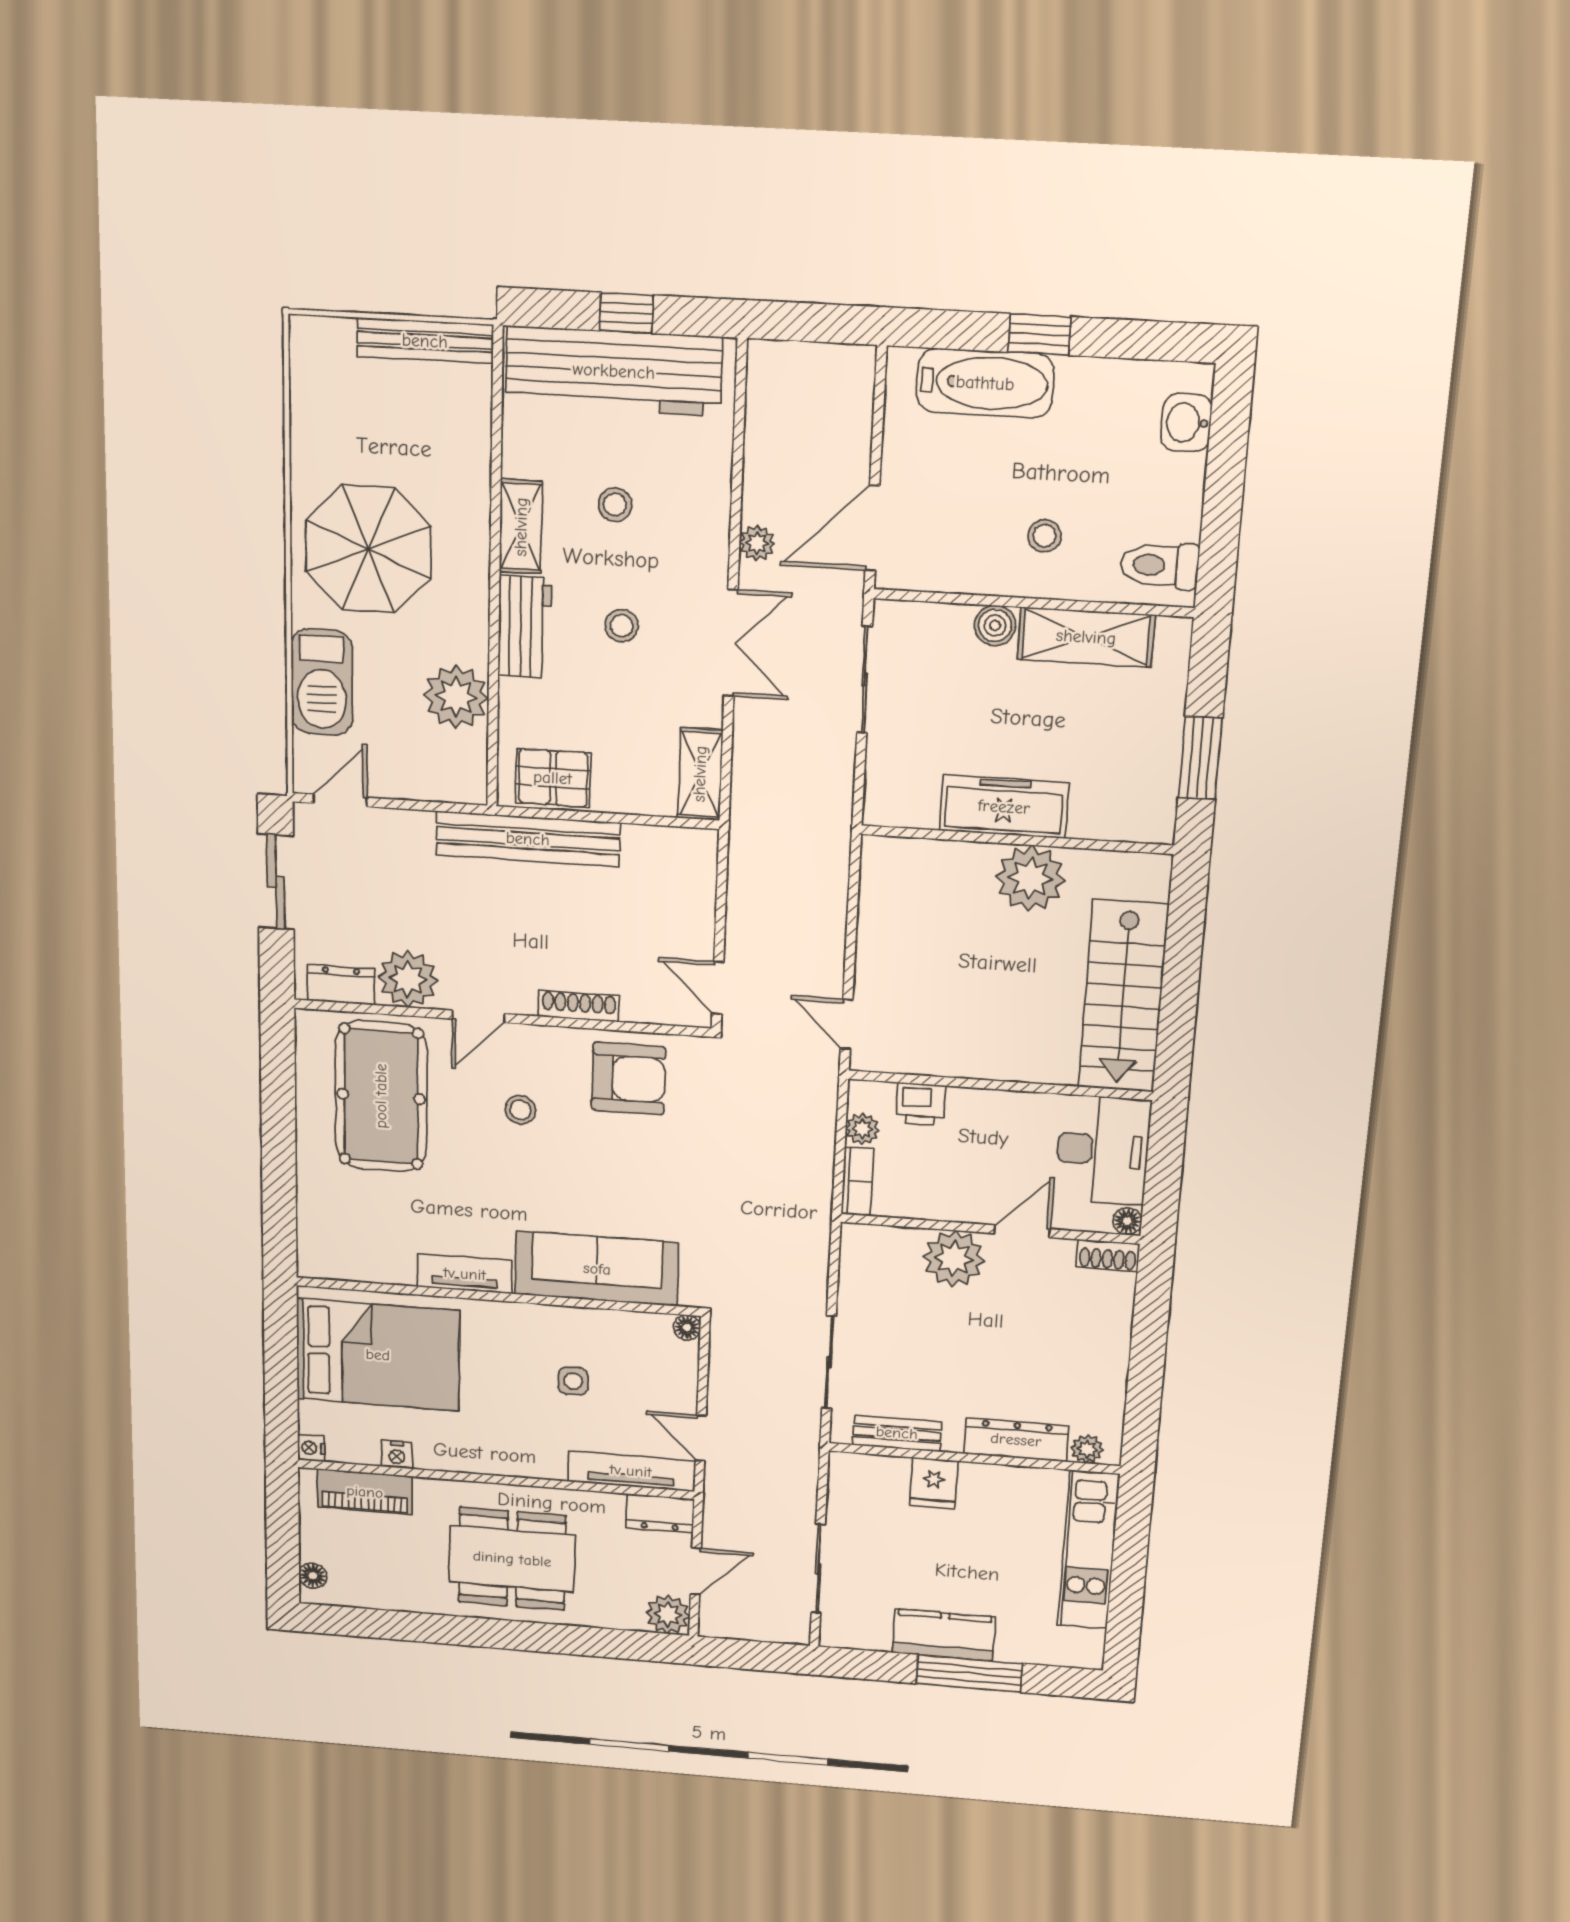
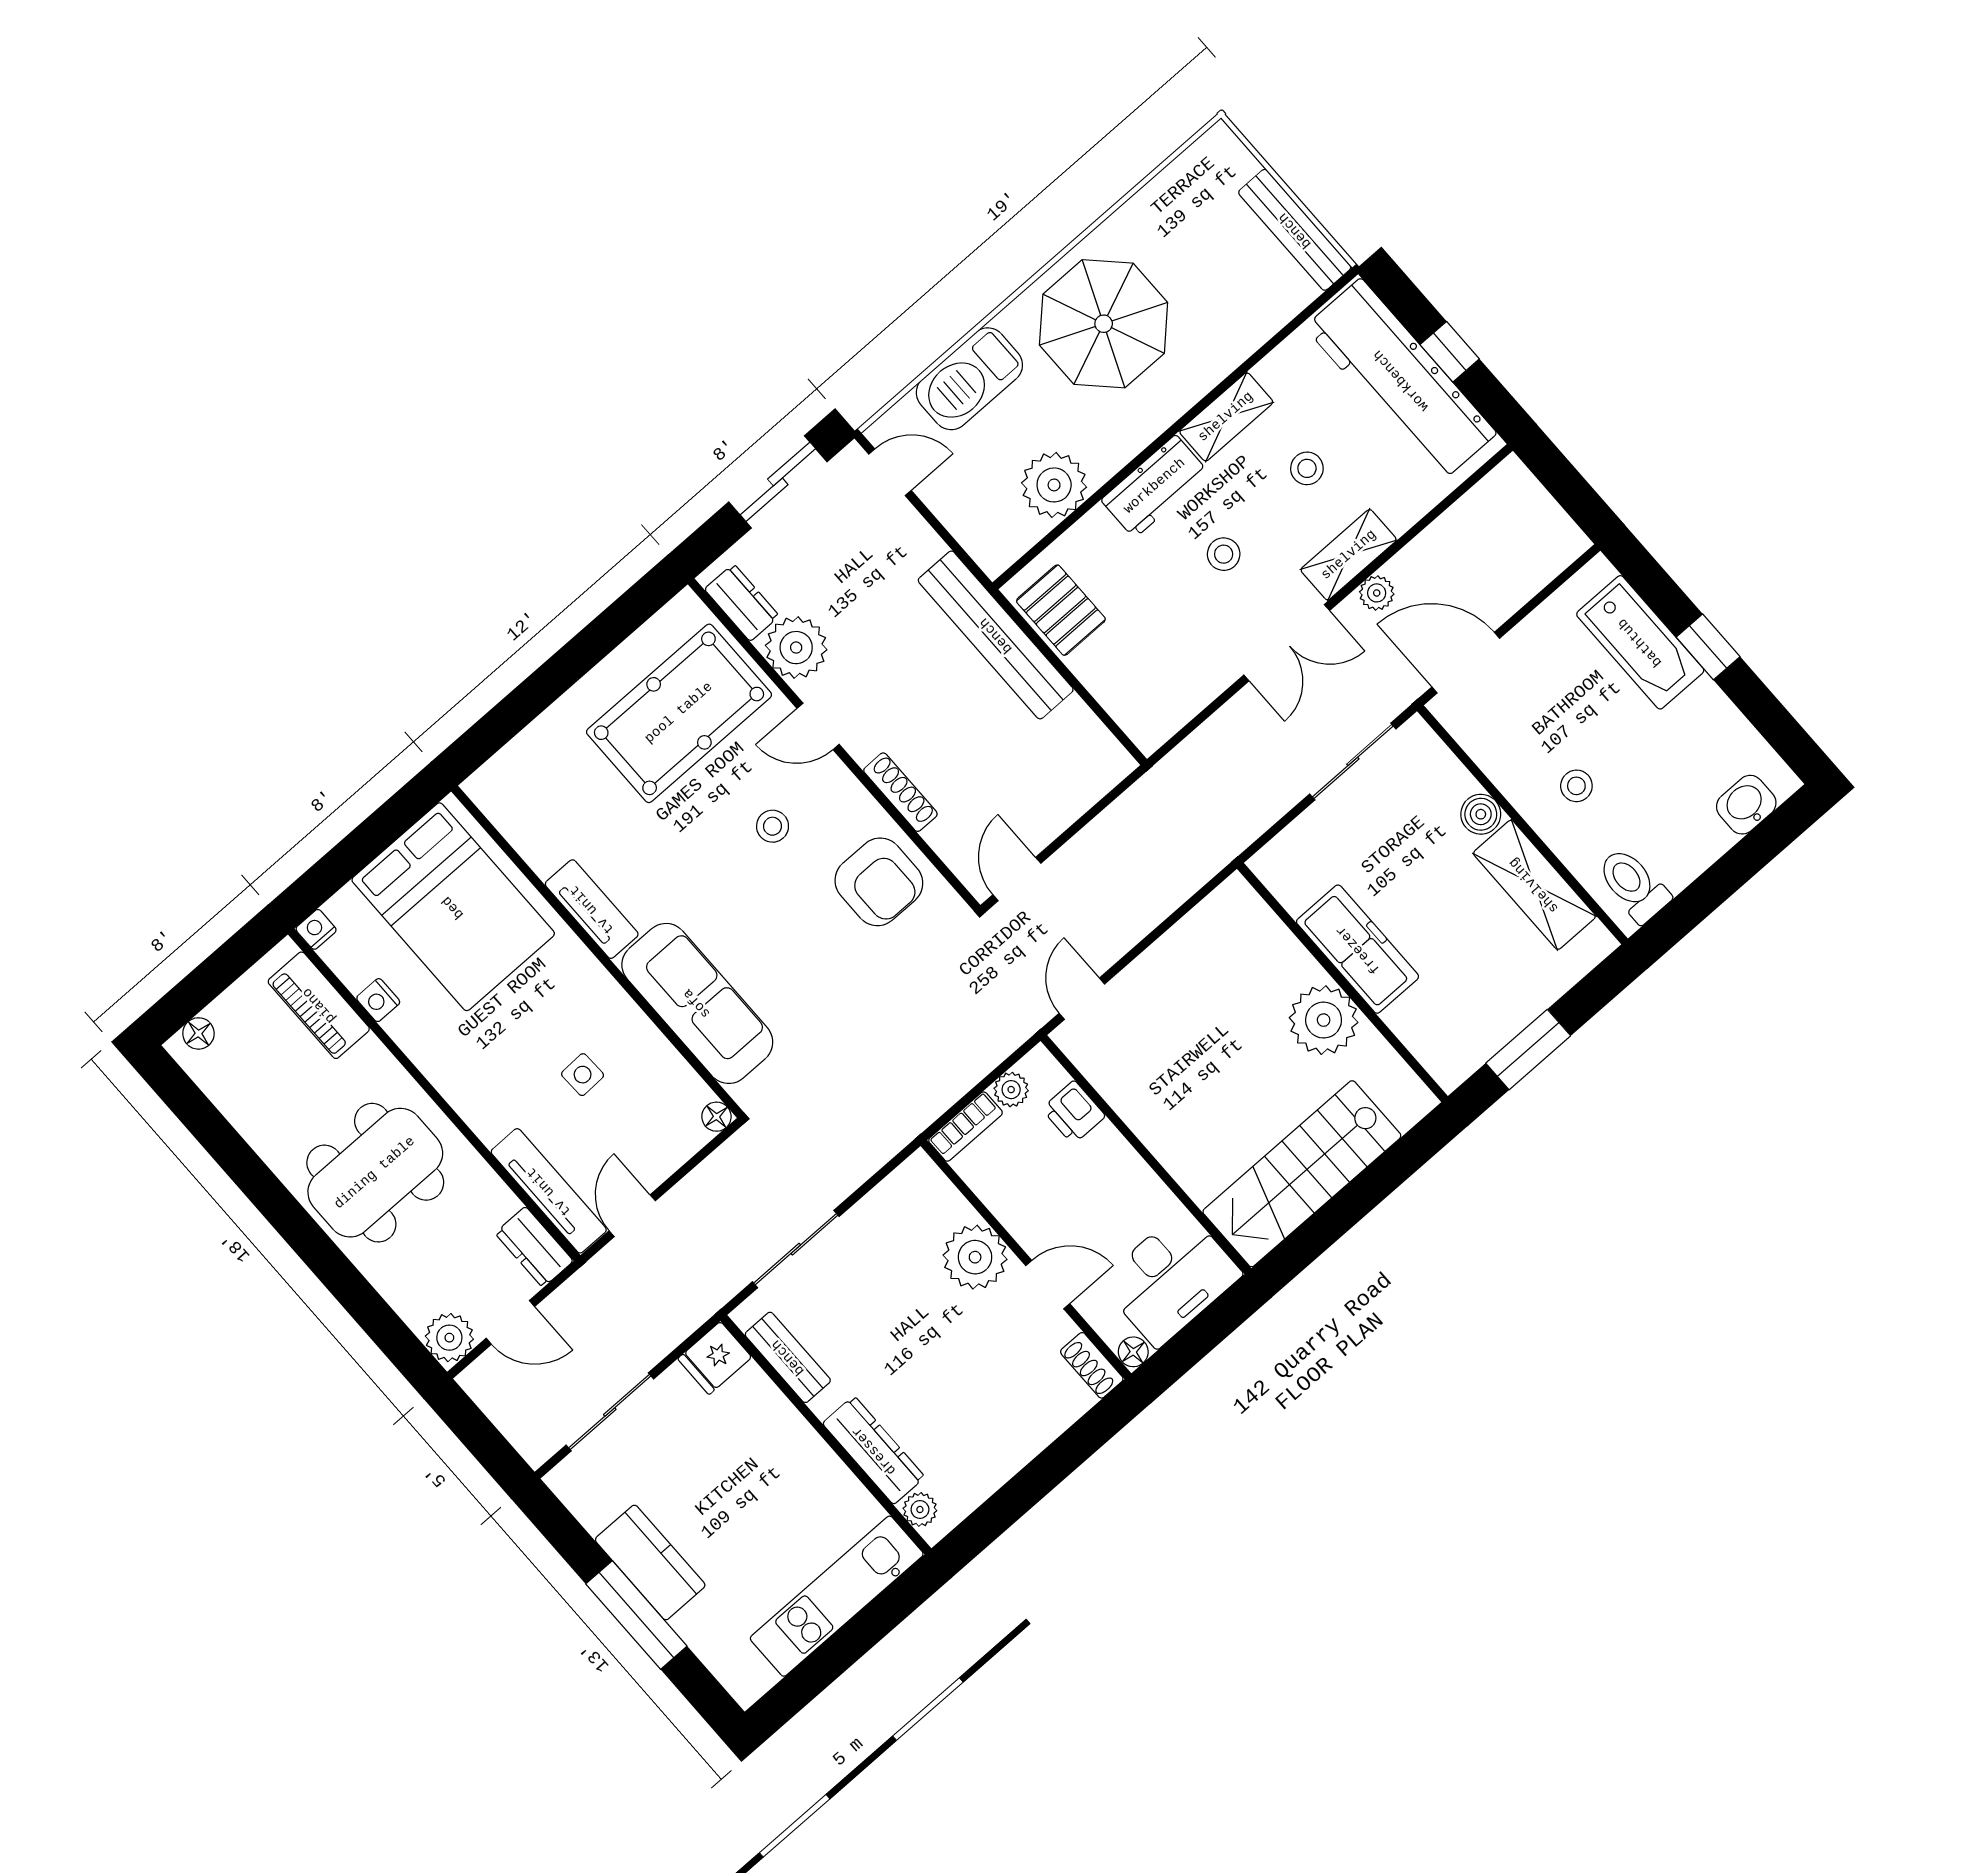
shelving: (700, 774) -> (1349, 555), moved
fridge: (934, 1483) -> (715, 1358), moved
dining table: (512, 1559) -> (375, 1173), turned 90

